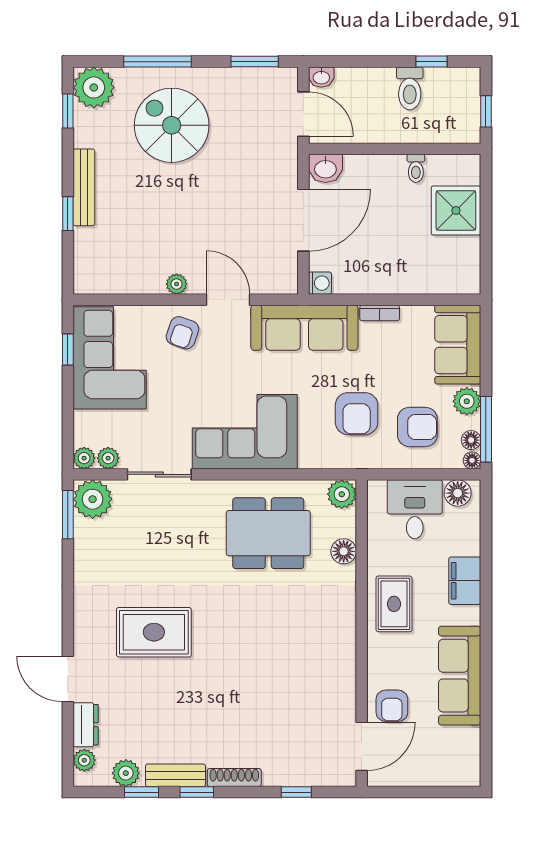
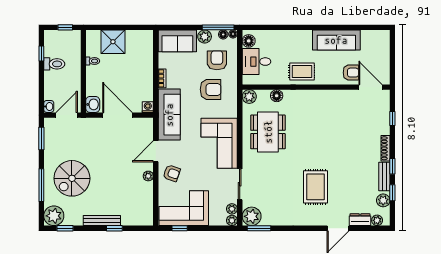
filing cabinet: (465, 581) -> (291, 37), removed

